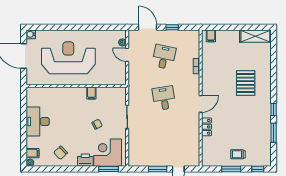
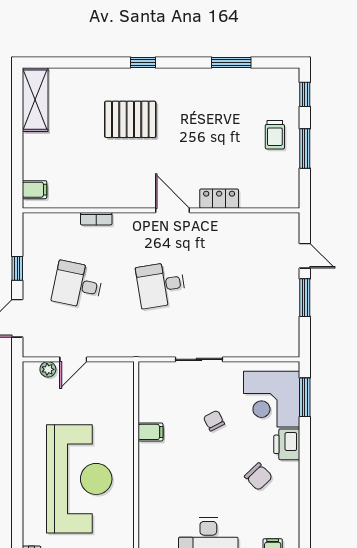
reception desk: (68, 58) -> (79, 479), turned 180
window: (274, 109) -> (143, 63), moved
chair: (61, 153) -> (258, 477), moved

